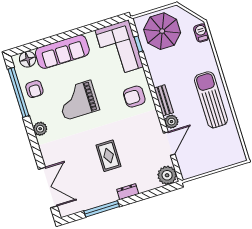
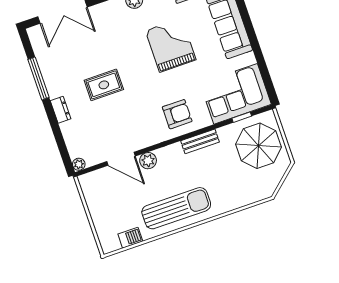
barbecue: (201, 33) -> (130, 238), moved
armchair: (134, 97) -> (177, 114), turned 90
bench: (164, 100) -> (200, 141), moved
plant: (167, 175) -> (79, 164), width x0.53, depth x0.53

